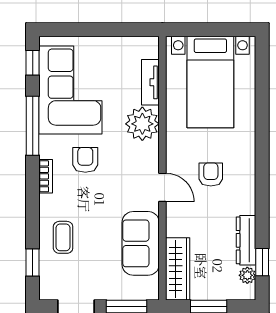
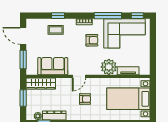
window: (33, 262) -> (58, 16), moved

